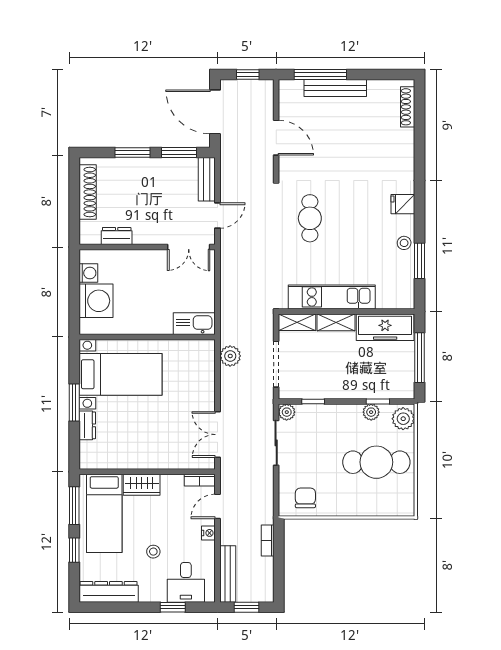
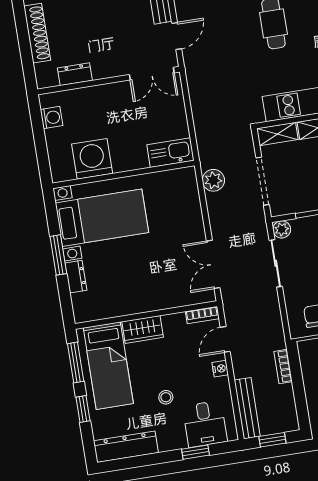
washing machine: (96, 301) -> (92, 159), moved, turned -90

